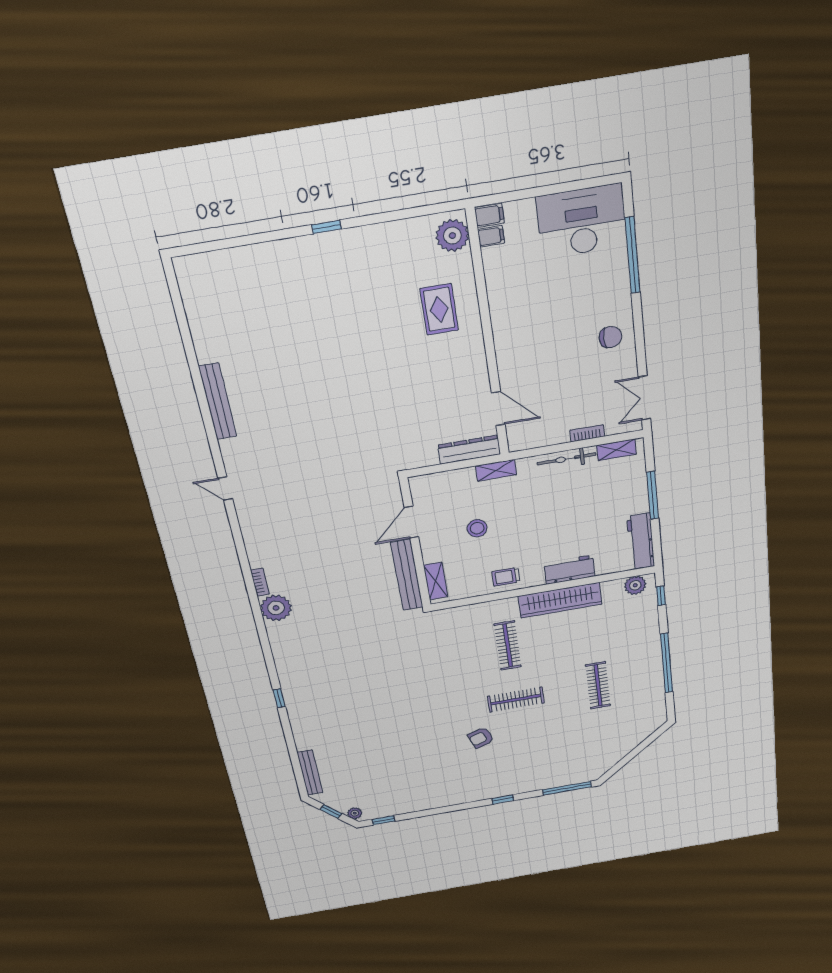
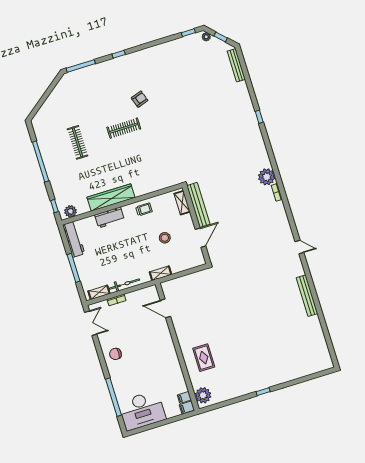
dresser: (469, 450) -> (177, 284), removed
clothes rail: (508, 645) -> (135, 165), removed

